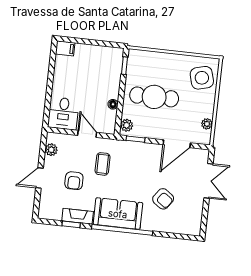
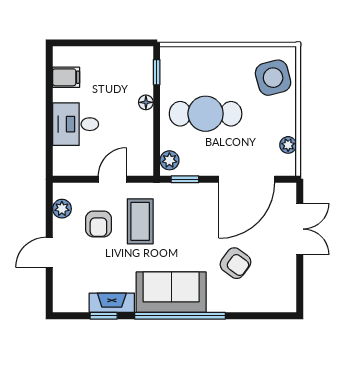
filing cabinet: (65, 48) -> (66, 77), moved
floor lamp: (113, 104) -> (146, 102), moved
desk: (63, 113) -> (76, 124), moved, turned 90
door: (87, 134) -> (112, 179), hinge flipped
door: (177, 144) -> (247, 179), width x1.36
coffee table: (103, 164) -> (140, 221), width x1.36, depth x1.30
armchair: (74, 181) -> (98, 224), moved

